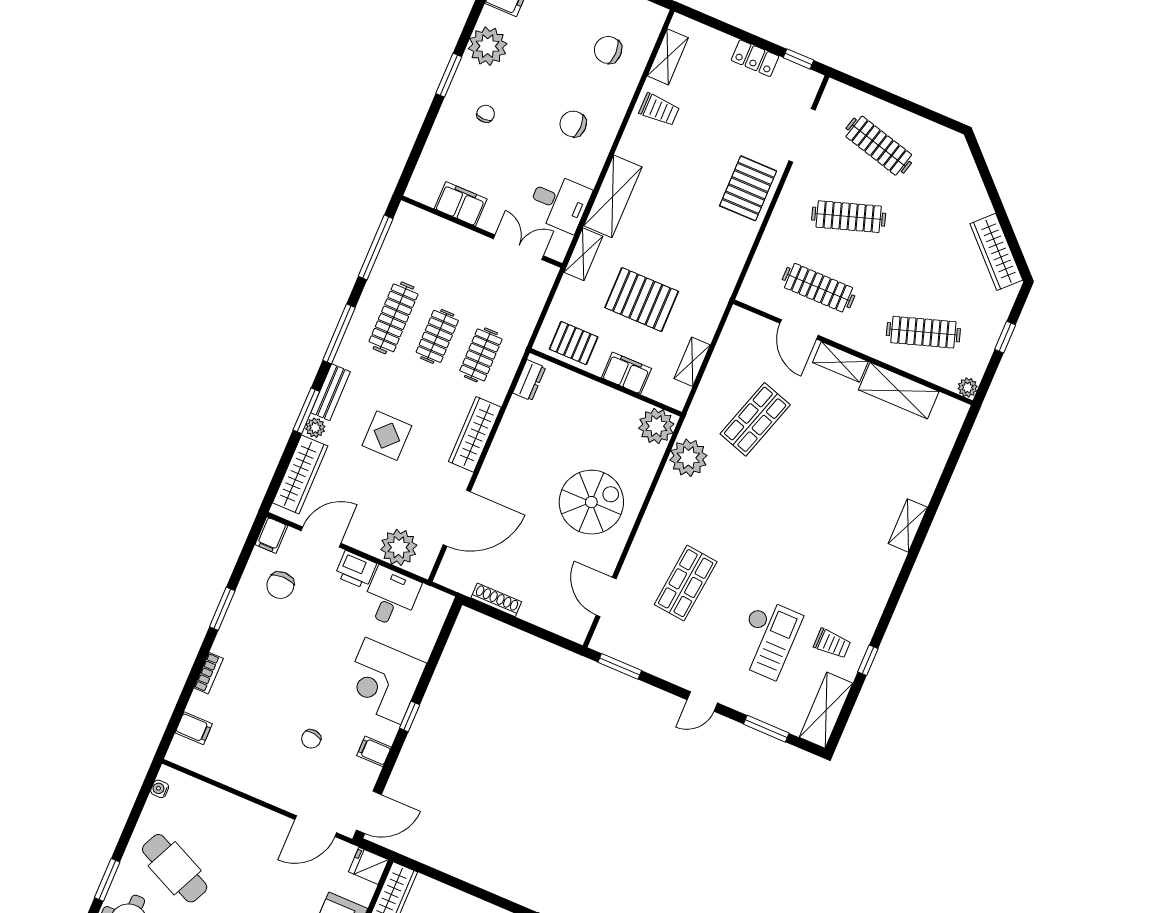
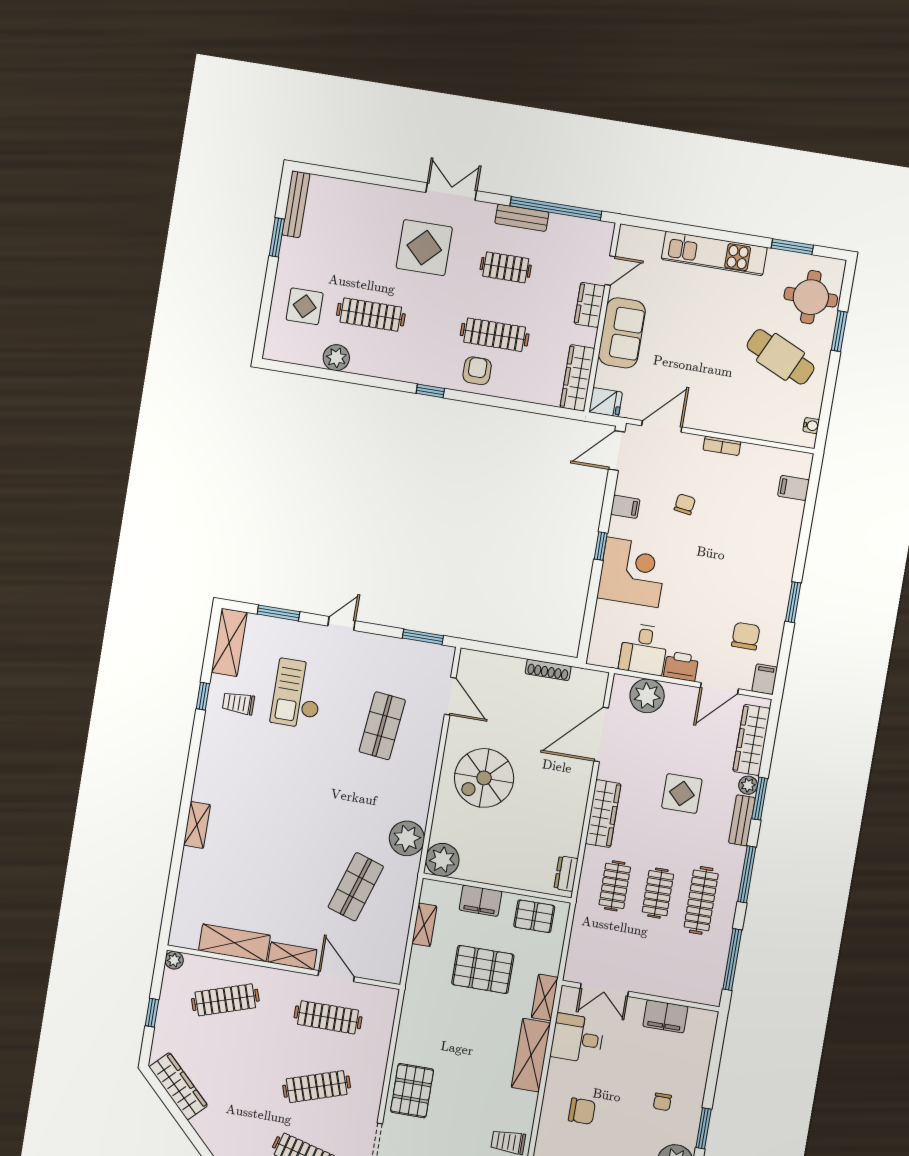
bookcase: (209, 673) -> (722, 446), moved, turned -90

